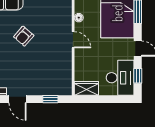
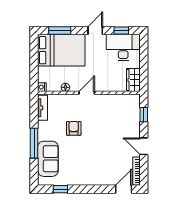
armchair: (24, 36) -> (74, 128), moved, turned -131
door: (18, 99) -> (144, 146), swing flipped

